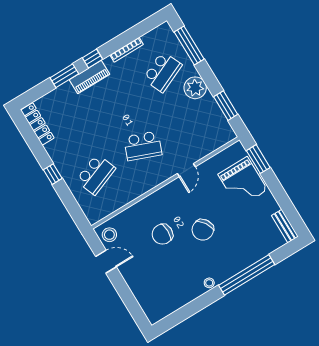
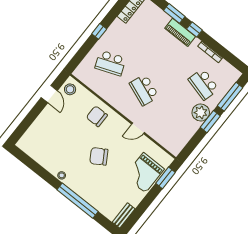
school desk: (162, 72) -> (204, 84), turned 39
window: (226, 106) -> (210, 122), moved
chair: (162, 234) -> (97, 116), moved

